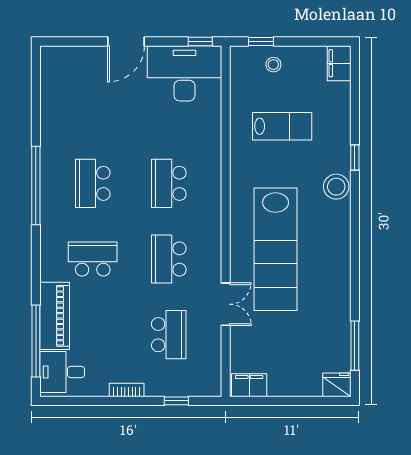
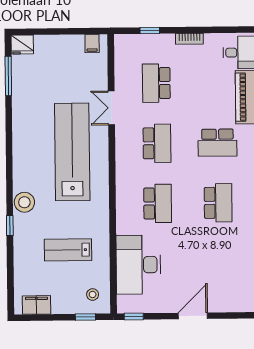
filing cabinet: (339, 63) -> (37, 305), moved, turned -90
stool: (273, 65) -> (93, 294), moved
desk: (184, 73) -> (138, 265), moved, turned 90
filing cabinet: (249, 385) -> (92, 44), width x0.50

